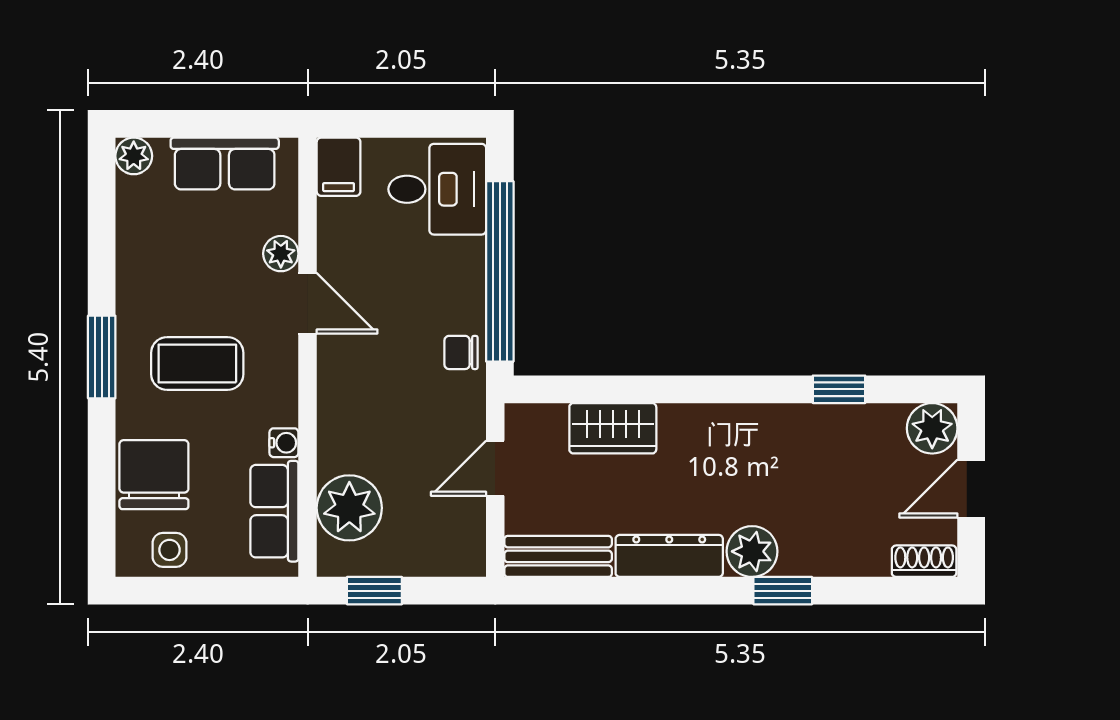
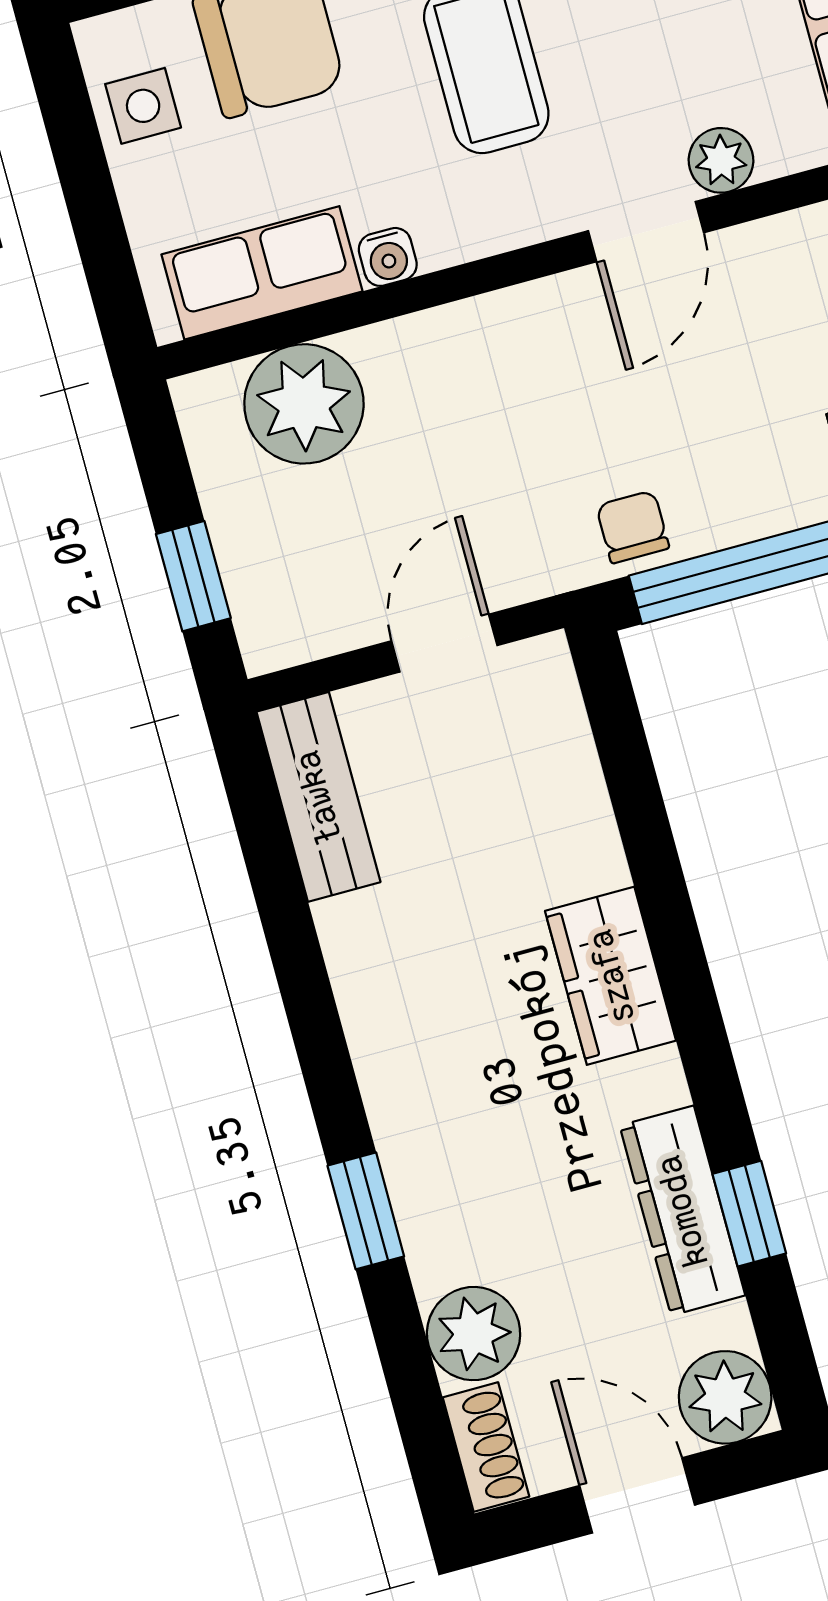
wardrobe: (613, 428) -> (611, 976), moved
door: (495, 468) -> (444, 643), hinge flipped
plant: (752, 551) -> (474, 1334), moved
dresser: (669, 556) -> (682, 1211), moved, turned 180
window: (374, 591) -> (193, 576), moved

